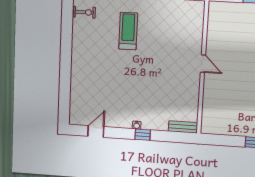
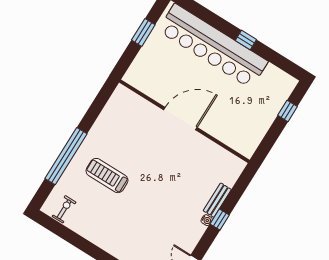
door: (203, 64) -> (180, 119), width x1.88
bench: (183, 127) -> (217, 200), moved

